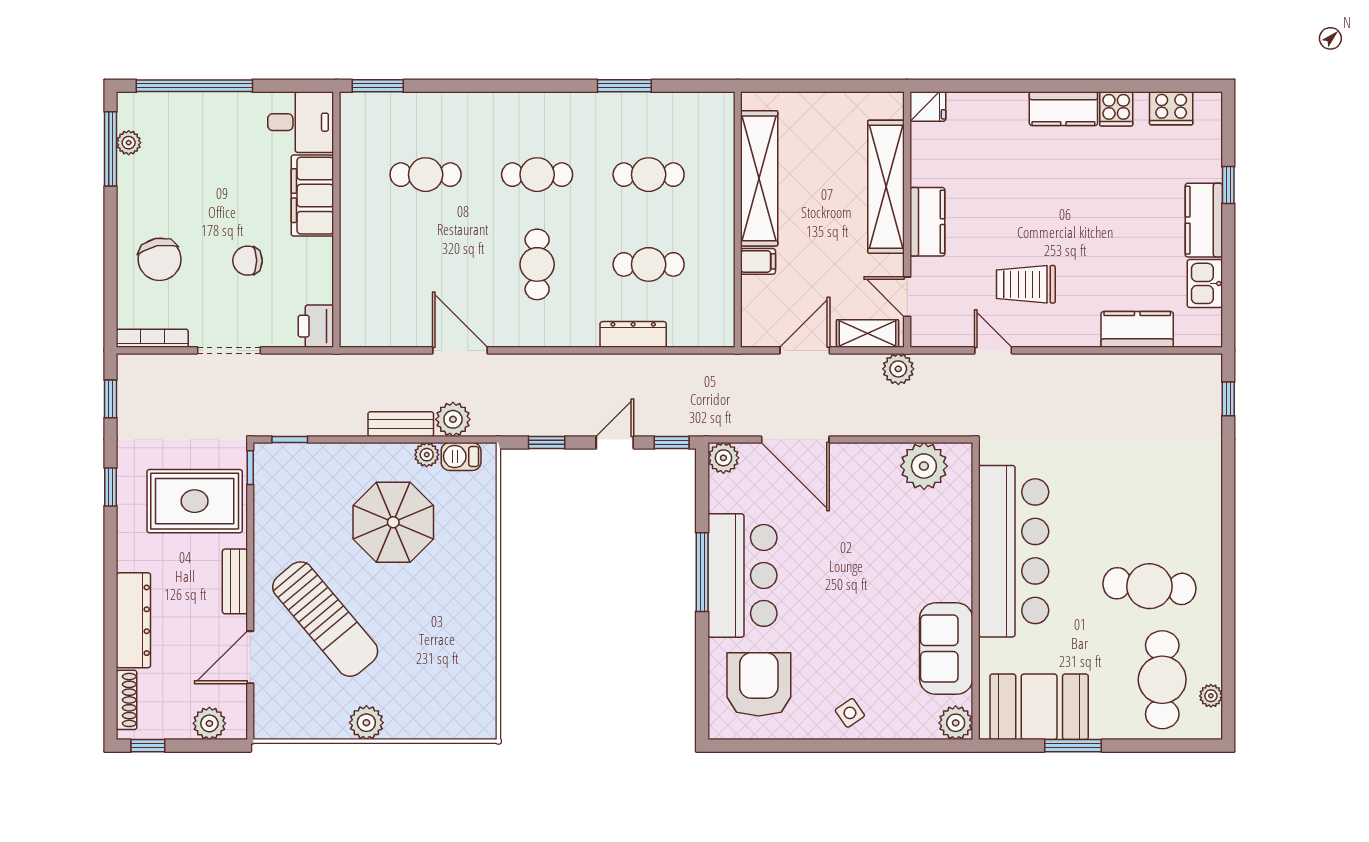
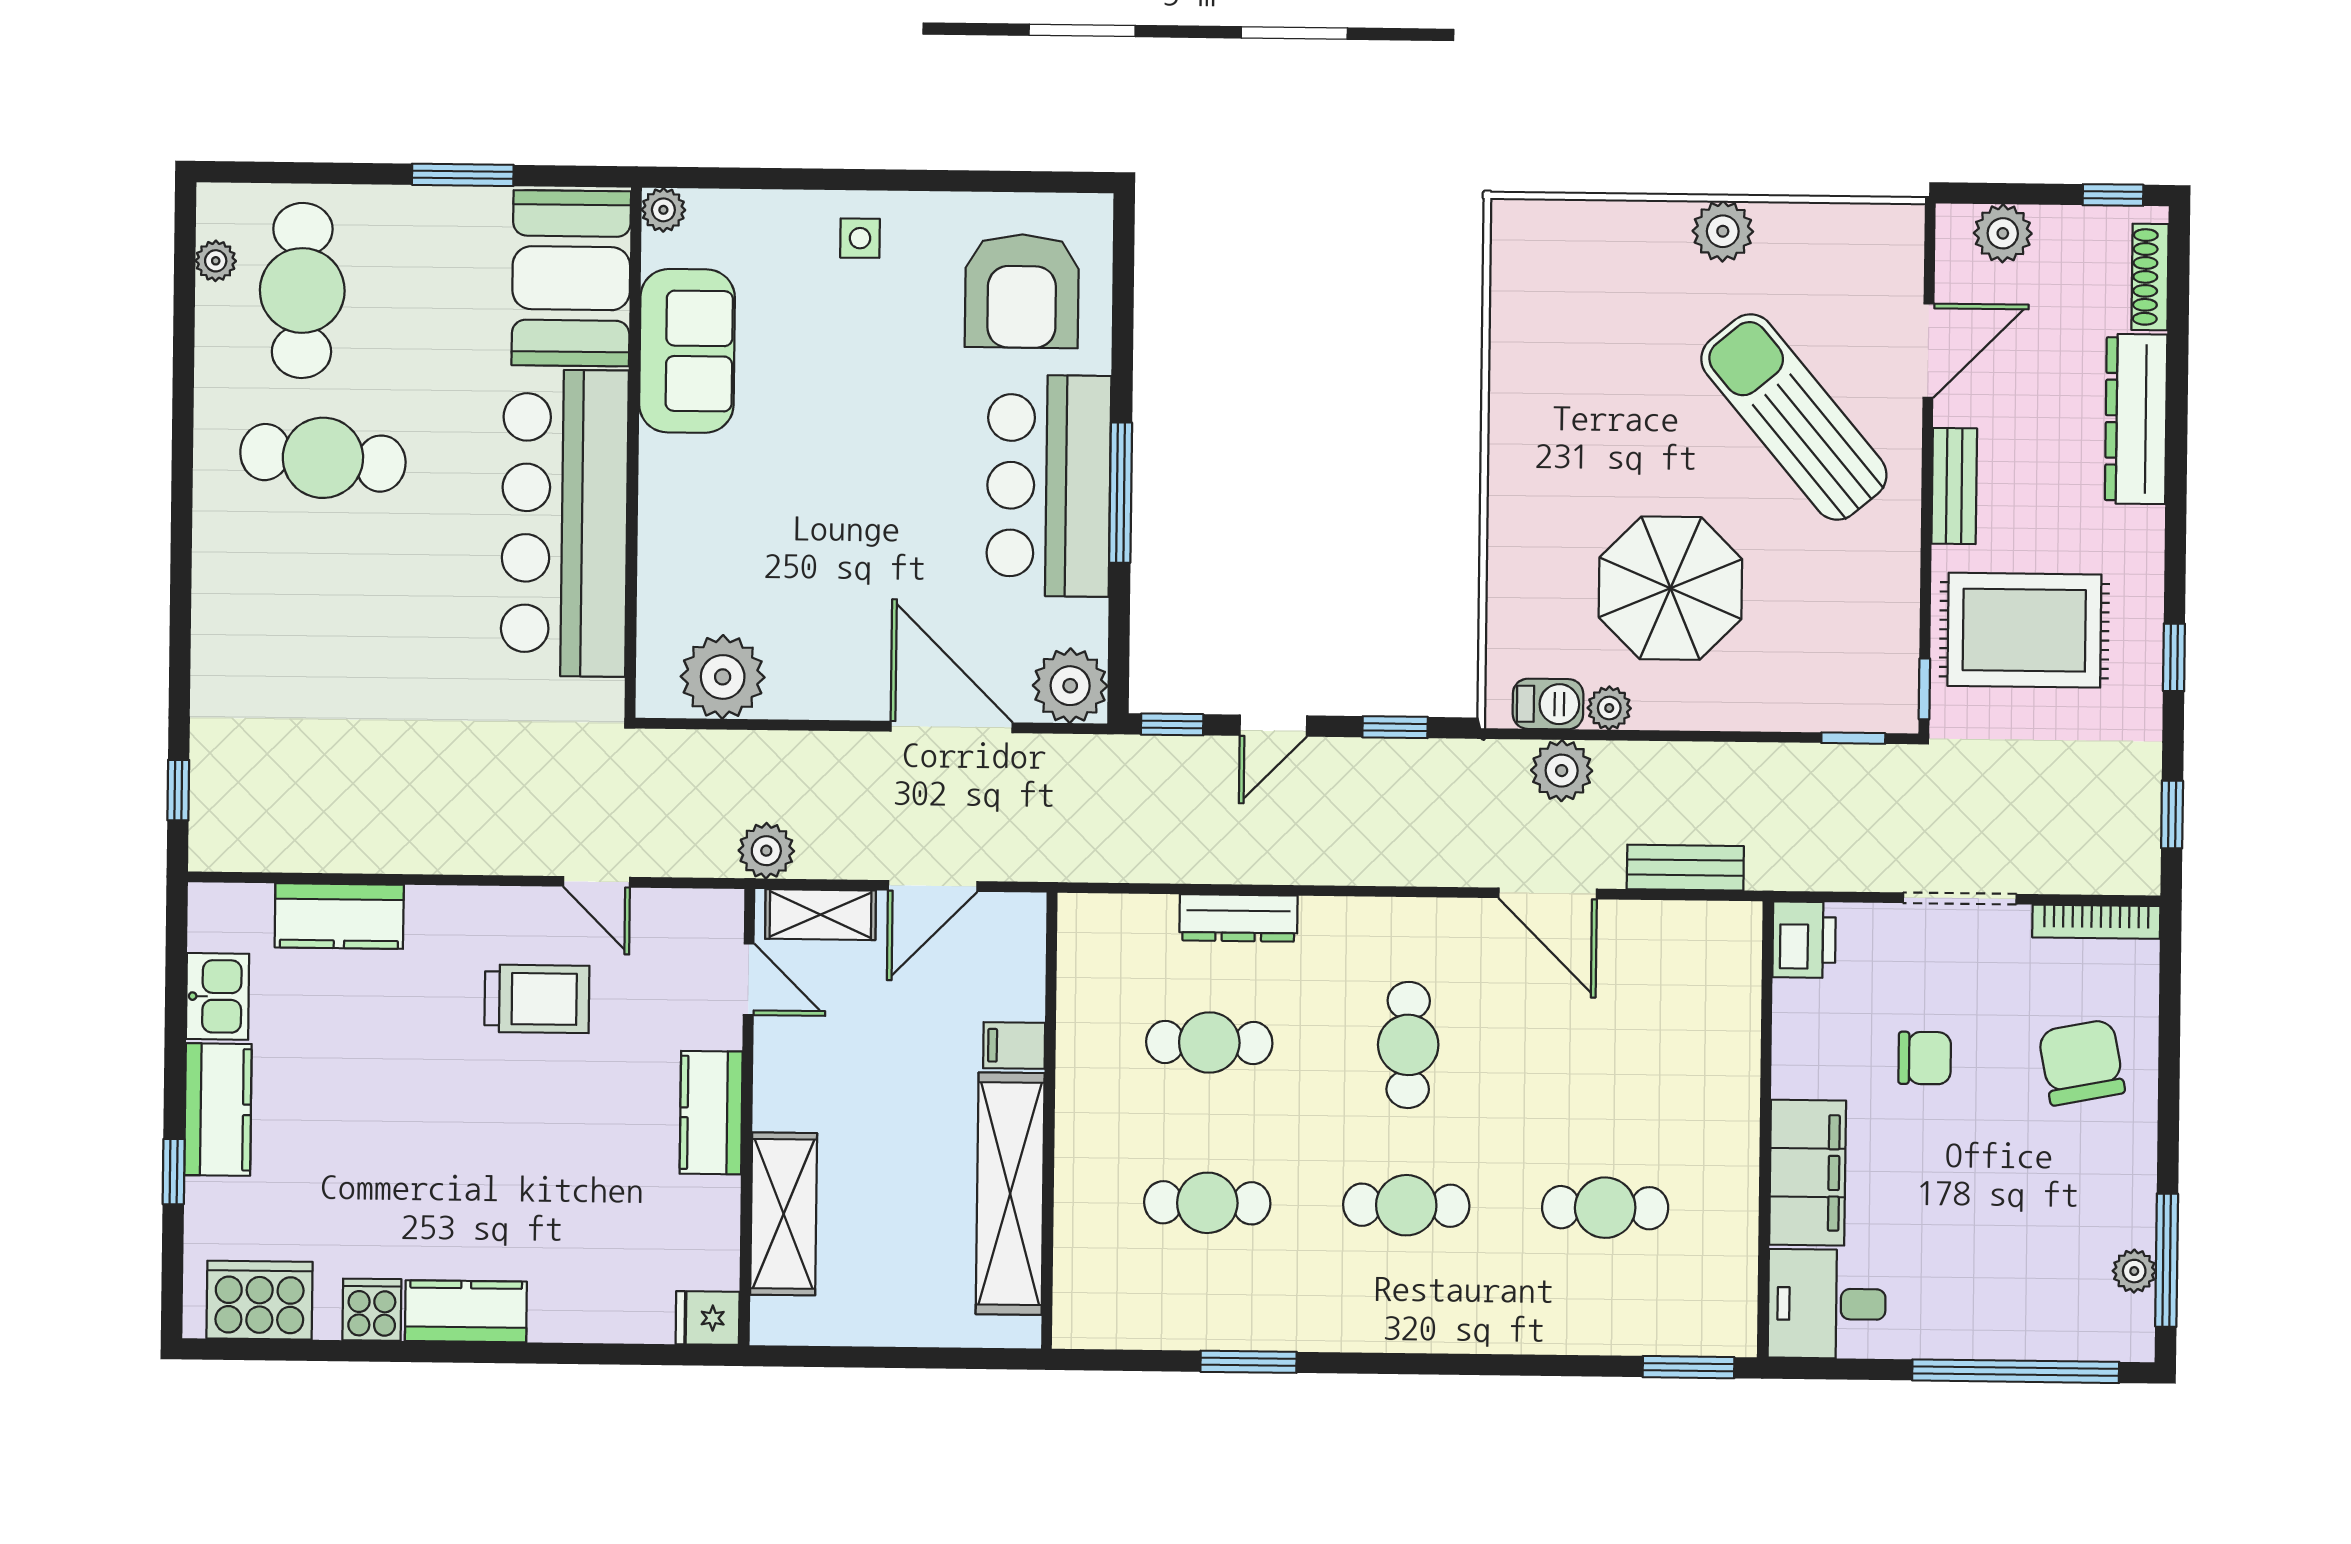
cooker: (1171, 108) -> (260, 1300), width x1.37, depth x1.31
shelving: (886, 187) -> (784, 1214), width x0.68
bench: (401, 424) -> (1685, 868), moved
plant: (723, 458) -> (1070, 686), width x1.36, depth x1.36
booth: (1039, 707) -> (571, 278), moved, turned 90
side table: (850, 713) -> (860, 238), turned 35
plant: (956, 723) -> (663, 210), width x0.73, depth x0.73

